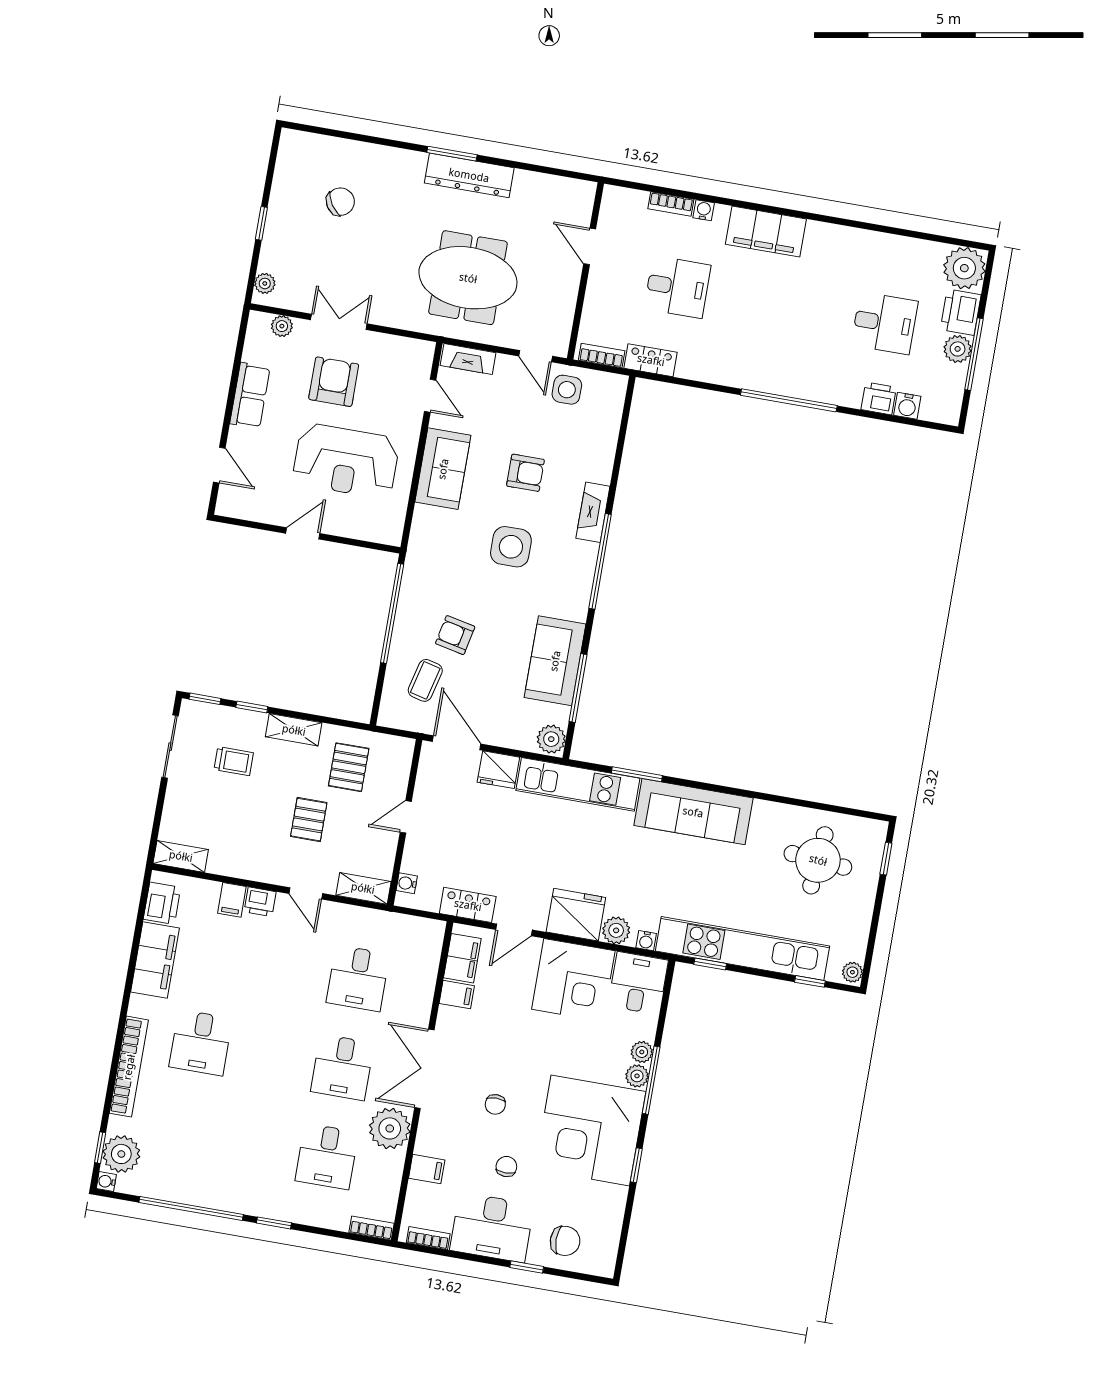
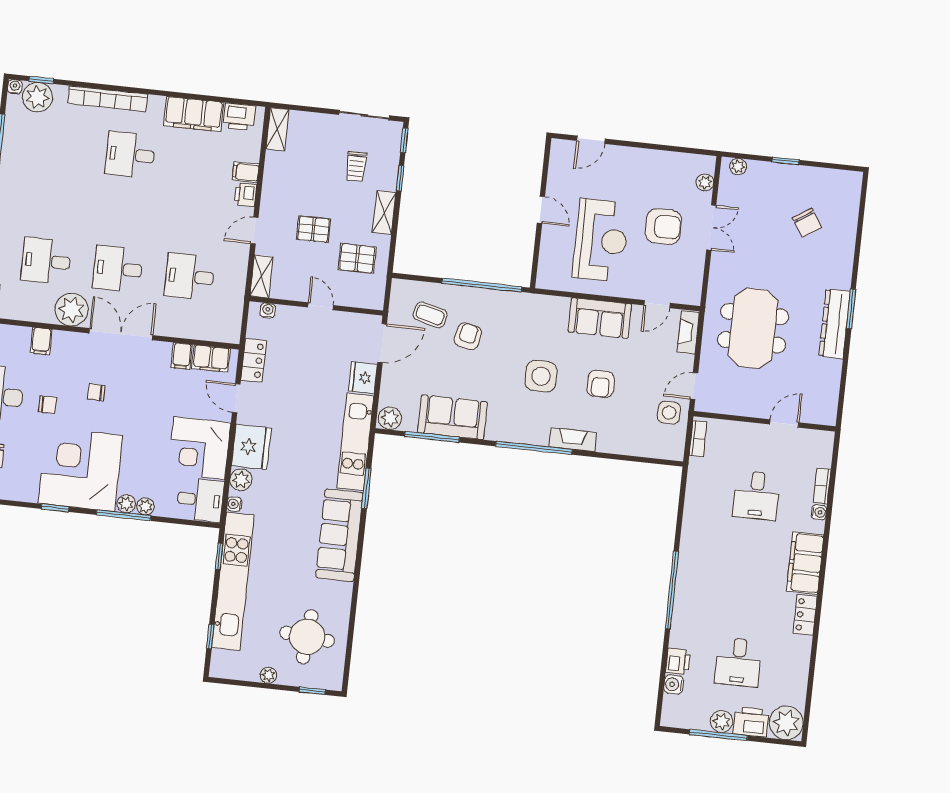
locker: (651, 360) -> (805, 615), moved, turned 180
row of seats: (250, 395) -> (648, 161), removed
reception desk: (346, 461) -> (601, 240), turned 180
plant: (852, 972) -> (268, 675), moved

